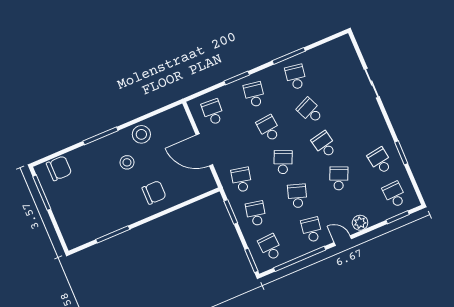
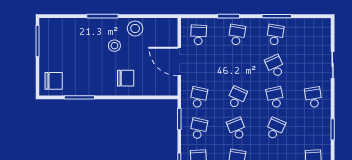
school desk: (269, 128) -> (237, 66), removed
school desk: (380, 161) -> (313, 97), moved
chair: (59, 168) -> (54, 81), moved
school desk: (297, 196) -> (237, 129), turned -39

